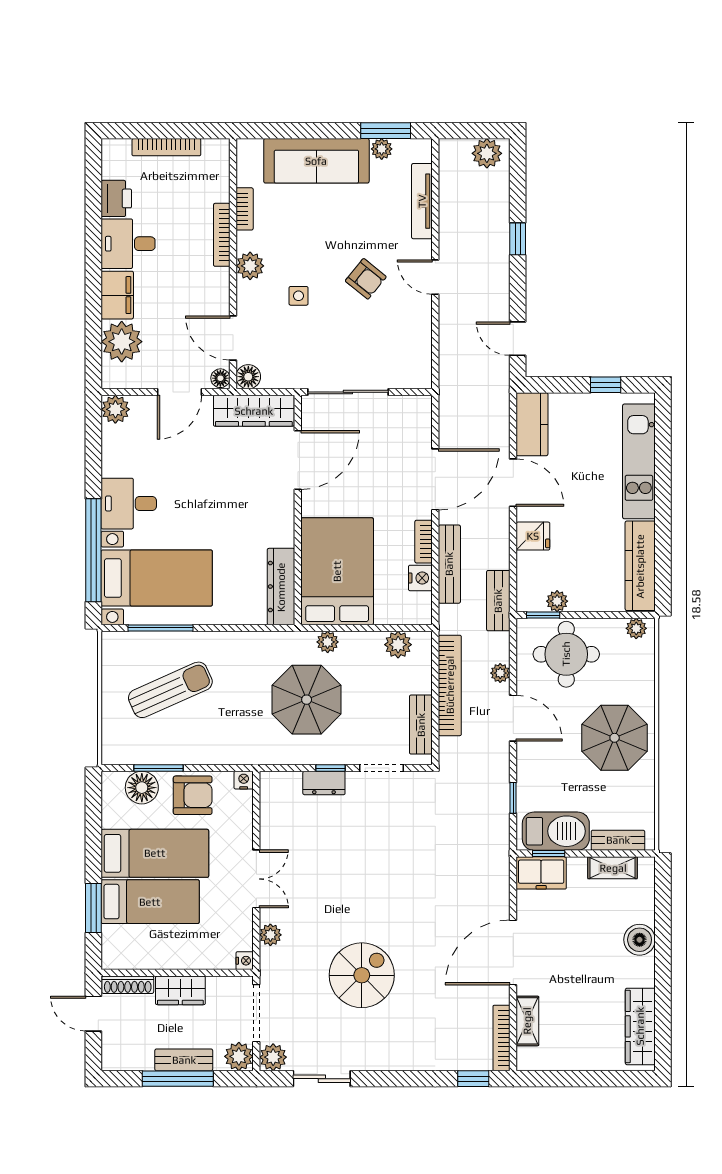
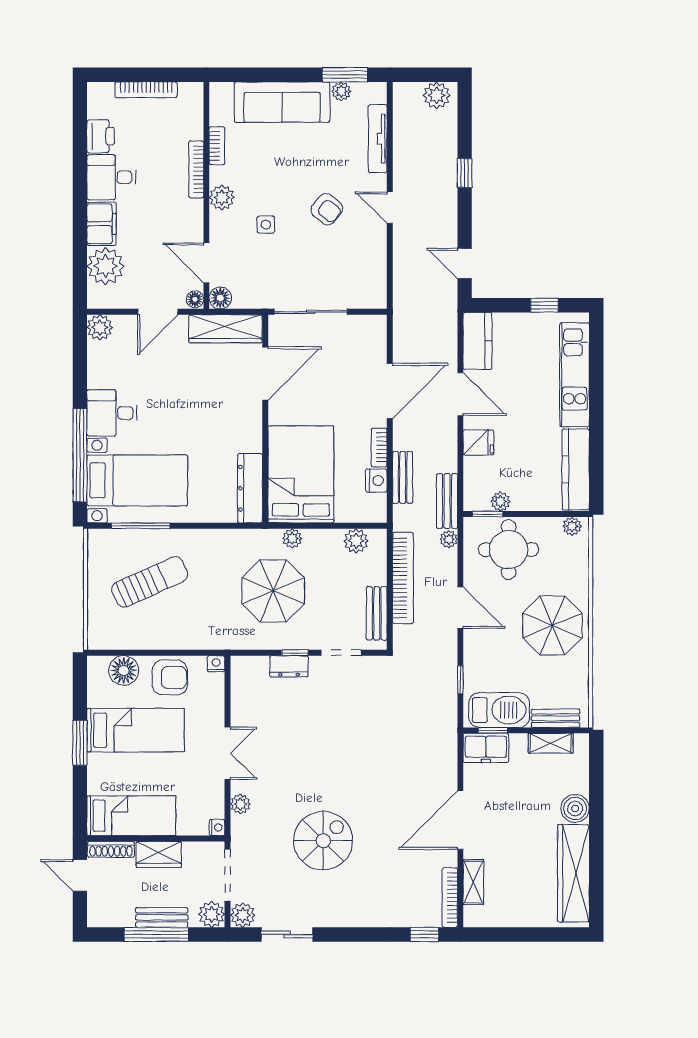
bench: (449, 564) -> (403, 477), width x0.73
plant: (500, 673) -> (449, 539), moved
window: (159, 768) -> (139, 653), removed
bed: (150, 902) -> (131, 816), moved
window: (93, 908) -> (80, 743), moved
wardrobe: (640, 1026) -> (573, 873), width x1.40, depth x1.17

